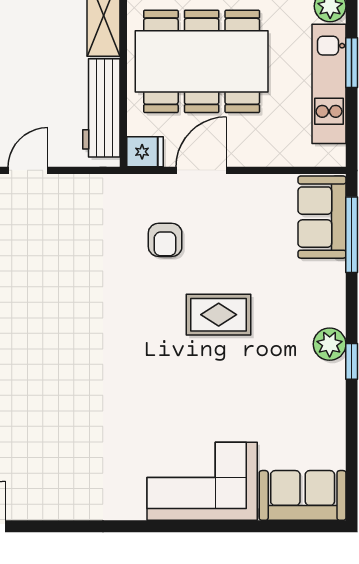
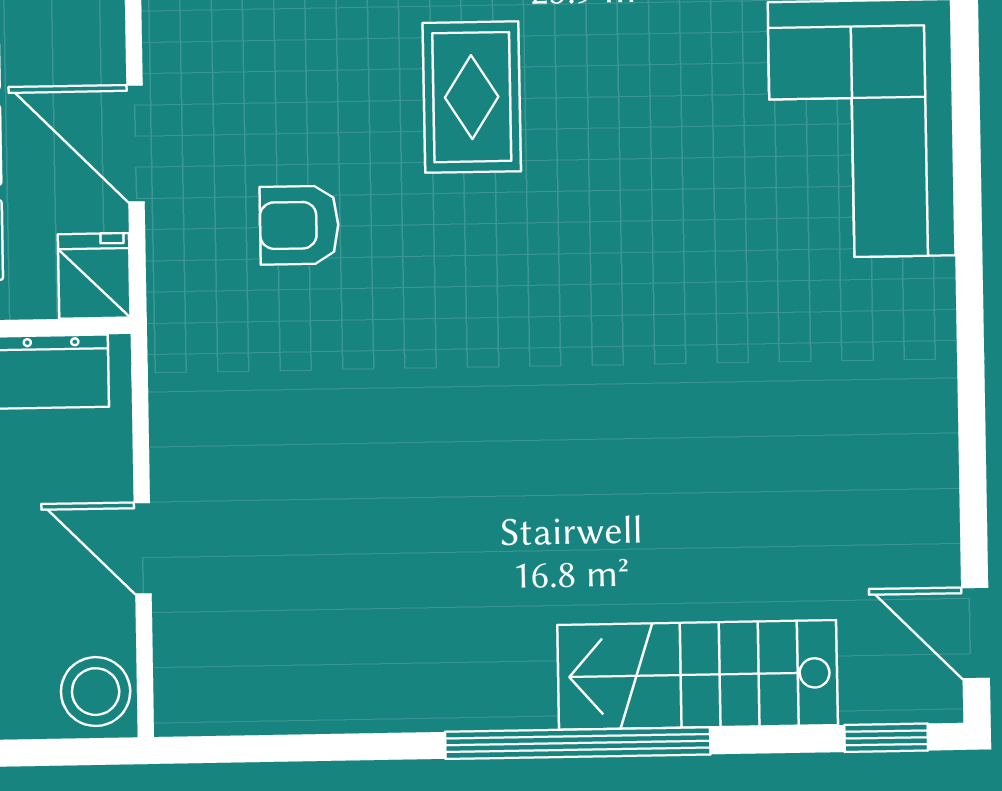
armchair: (165, 240) -> (299, 225), turned 180

